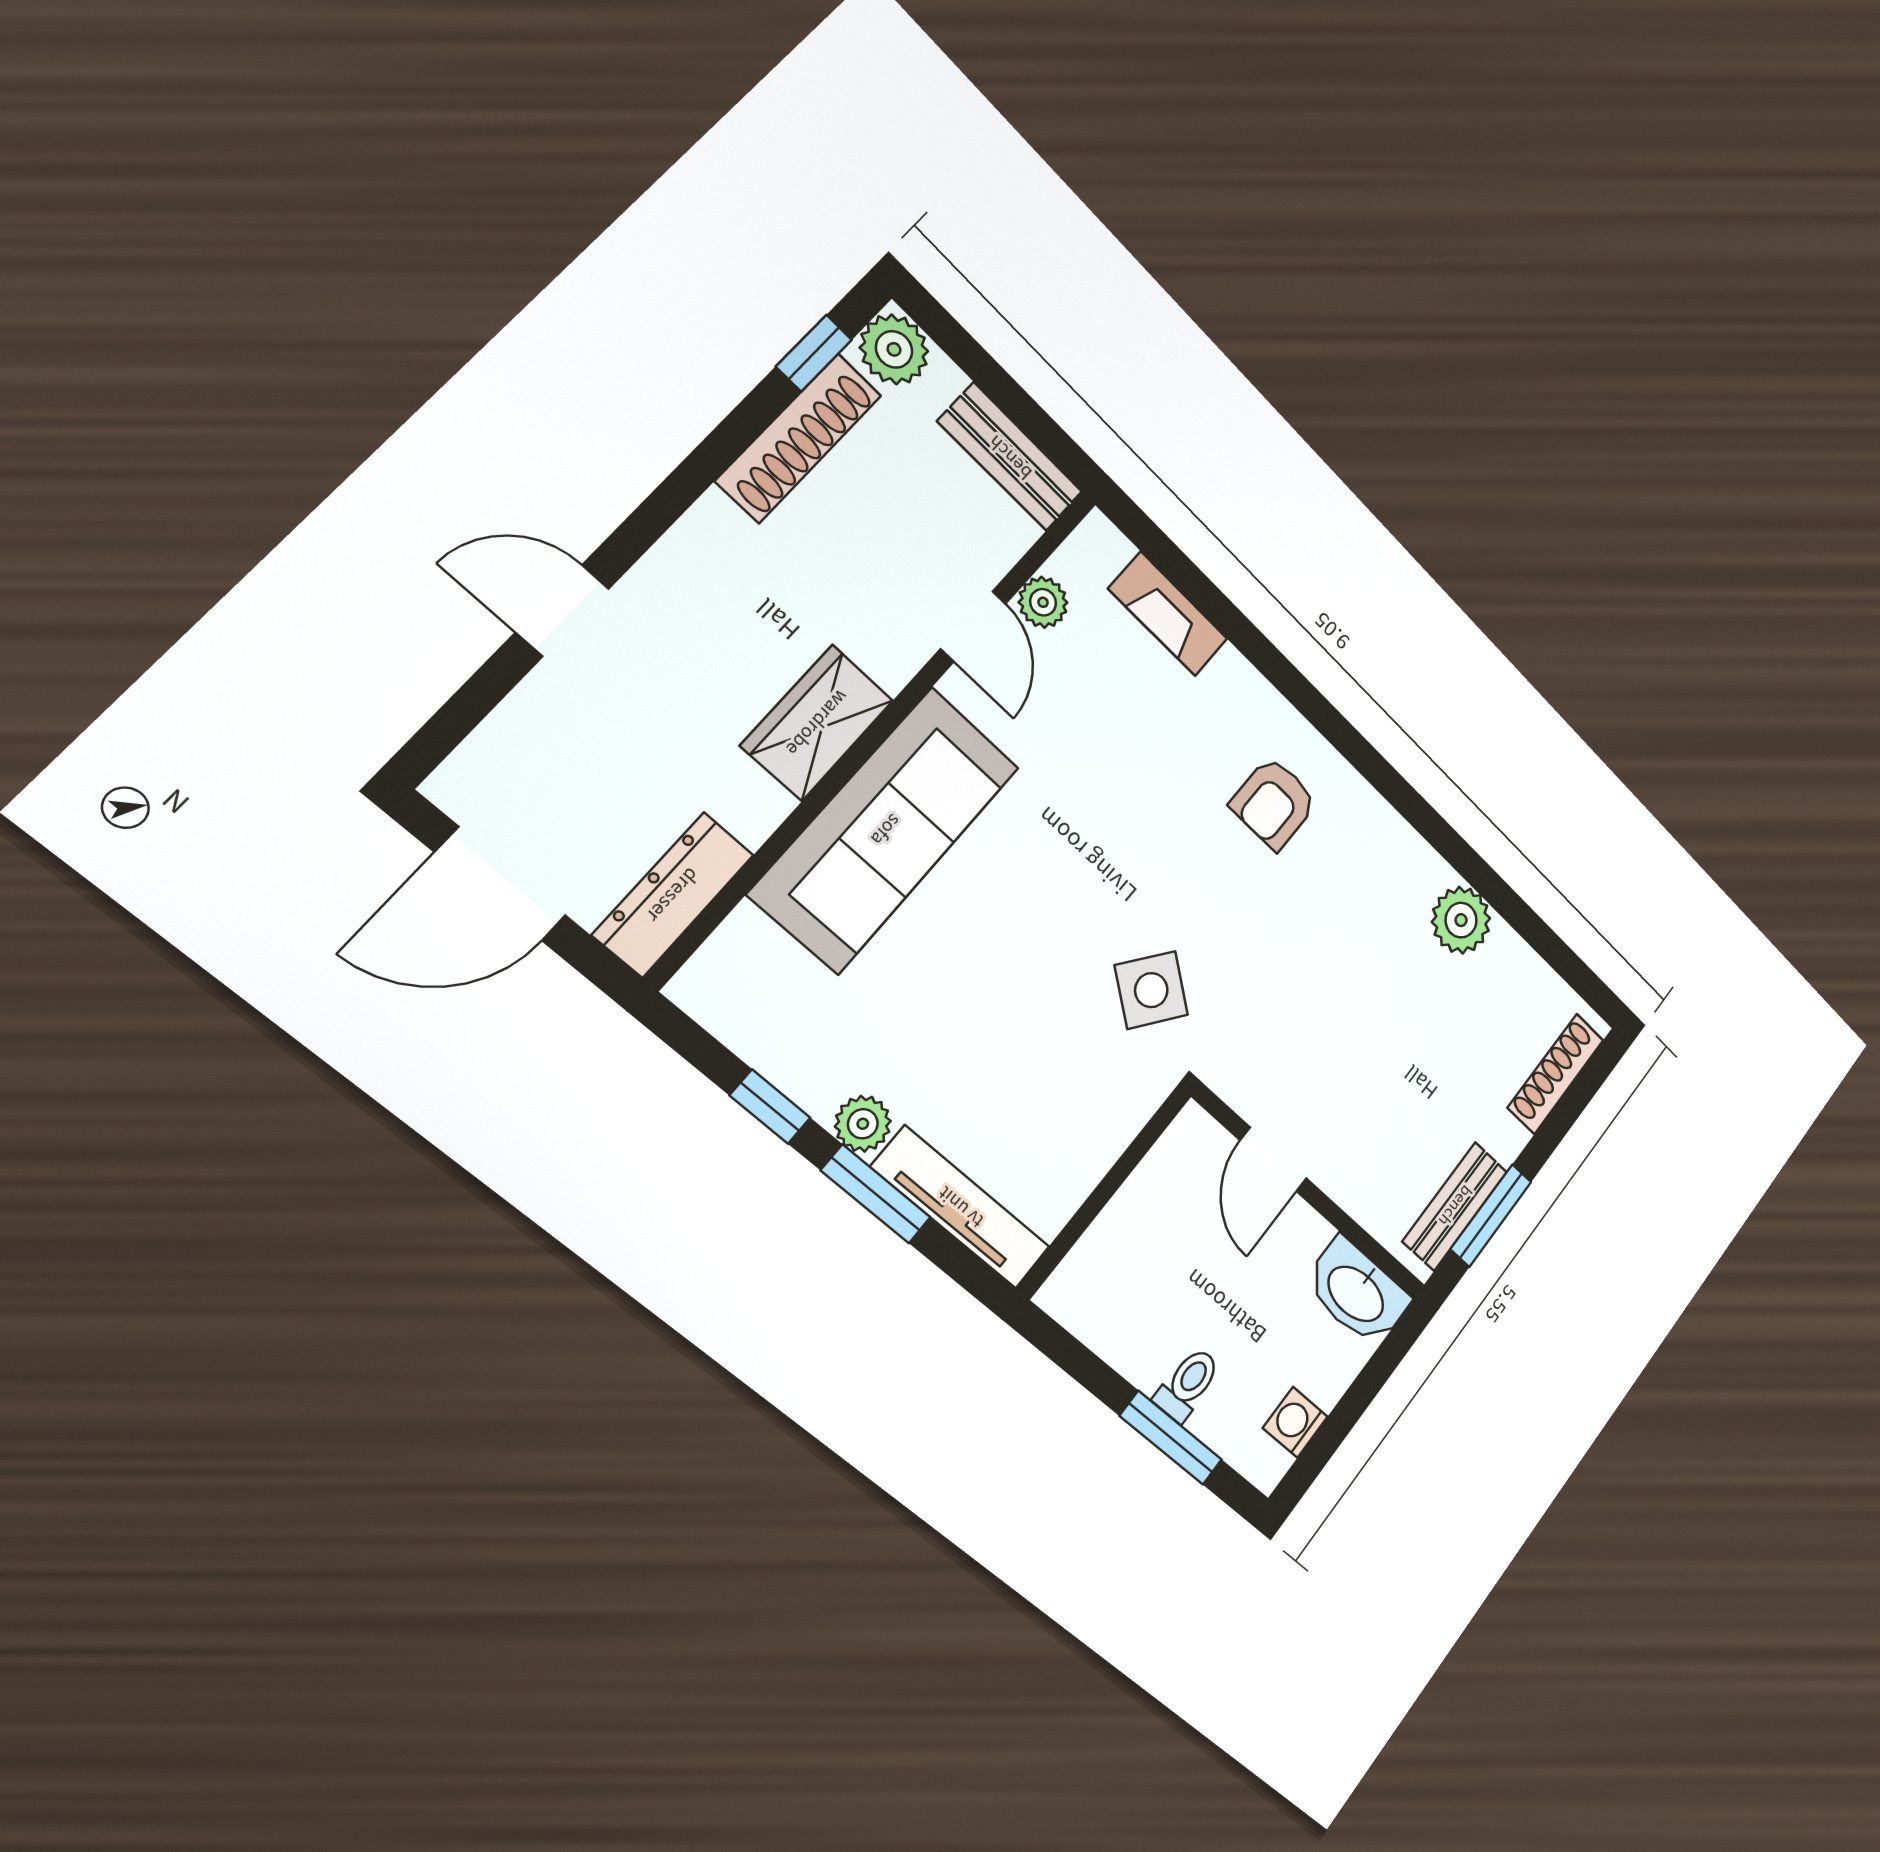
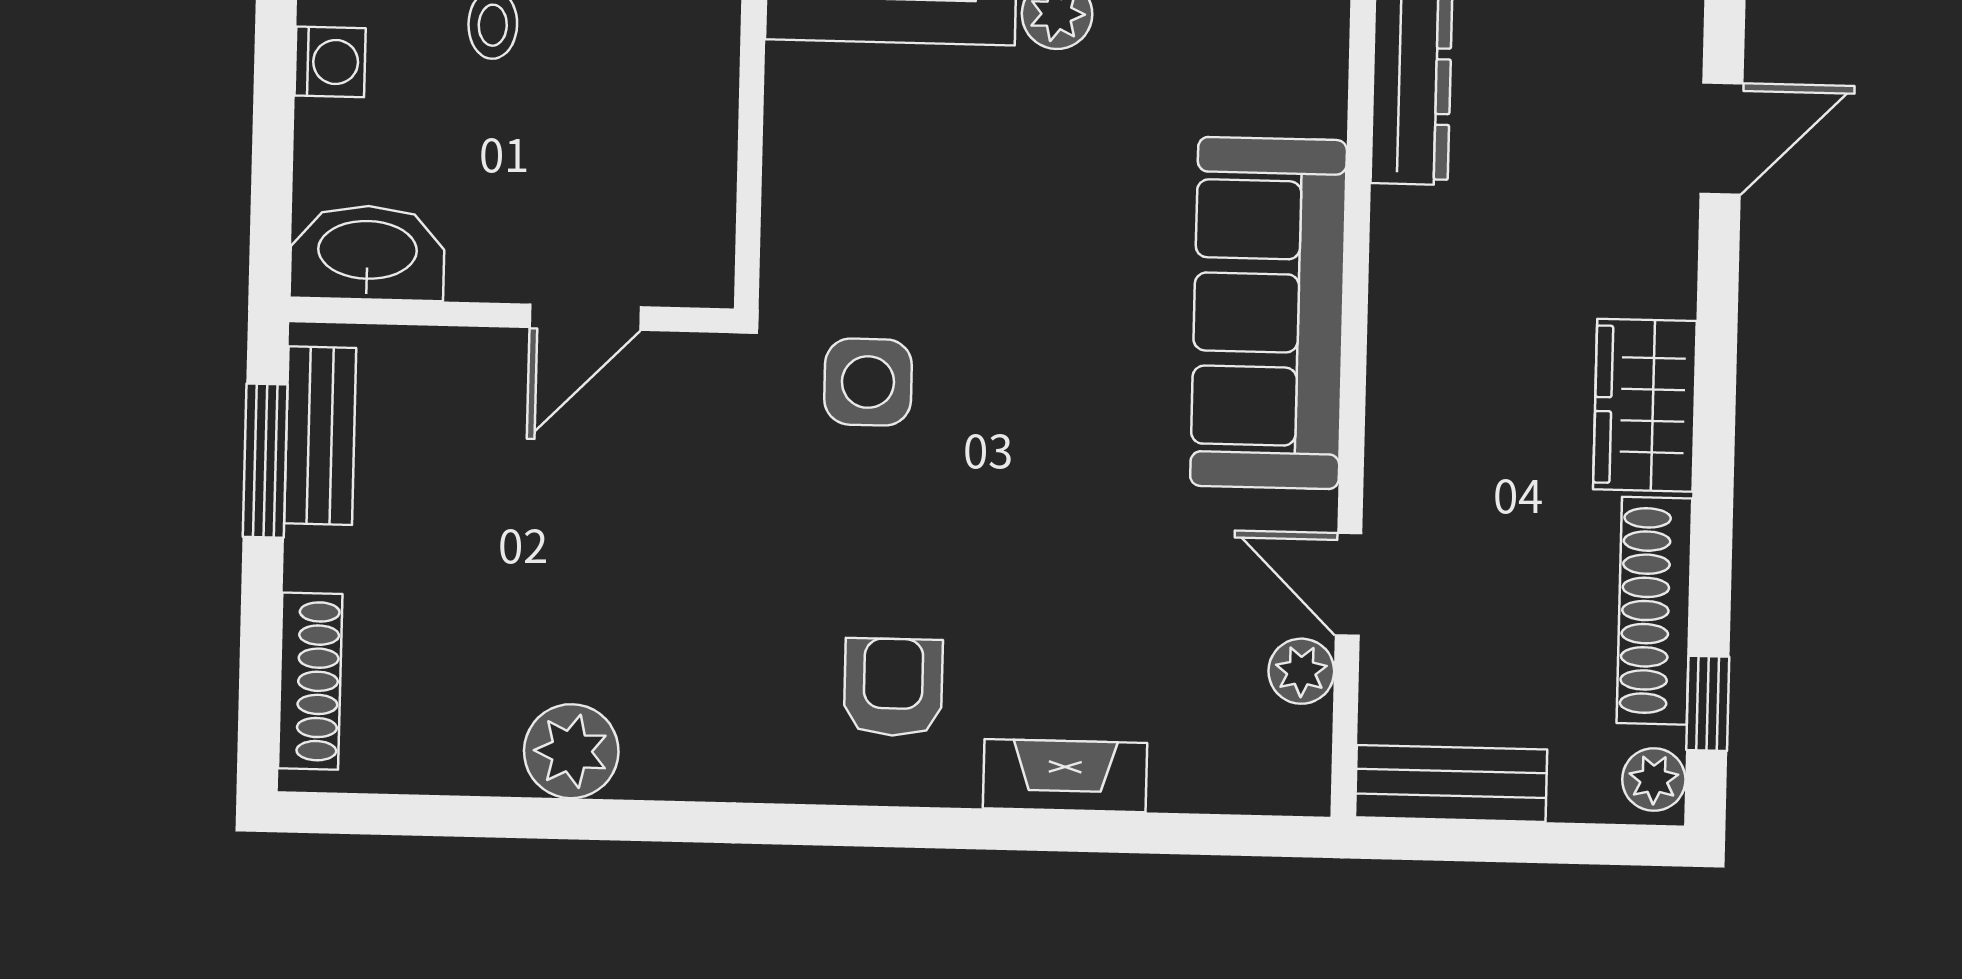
plant: (894, 349) -> (1654, 780), width x0.73, depth x0.73
door: (562, 611) -> (1722, 139), moved
fireplace: (1168, 614) -> (1065, 776), moved
wardrobe: (817, 723) -> (1645, 405), moved, turned 180
side table: (1151, 990) -> (868, 382), turned -37
door: (1273, 1159) -> (585, 317), swing flipped

